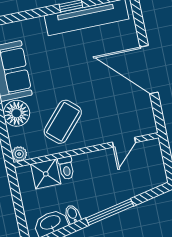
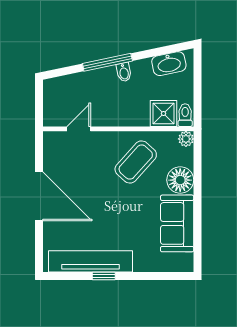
toilet: (66, 168) -> (185, 115), moved
bidet: (73, 214) -> (124, 72), moved

